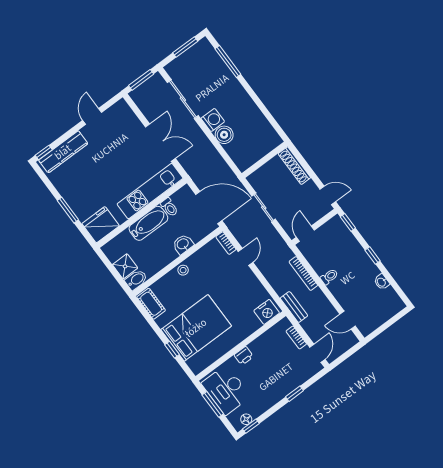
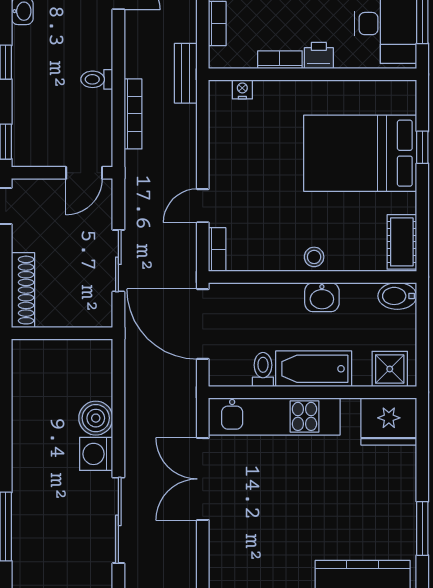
window: (68, 210) -> (422, 528), moved
washbasin: (183, 244) -> (322, 297), moved
shower: (125, 266) -> (390, 369), moved
nightstand: (267, 312) -> (242, 89), width x0.53, depth x0.56
bookcase: (259, 342) -> (280, 60), added

